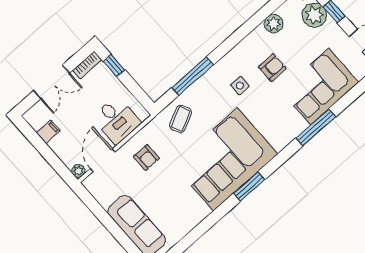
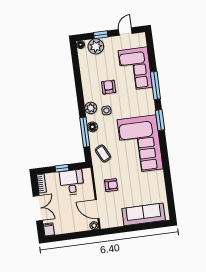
plant: (274, 24) -> (91, 108), moved
window: (114, 66) -> (62, 168), moved
floor lamp: (206, 82) -> (92, 127), added
desk: (117, 120) -> (72, 182), moved, turned -90
filing cabinet: (48, 132) -> (49, 229), moved
window: (249, 186) -> (160, 120), moved

